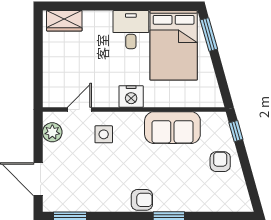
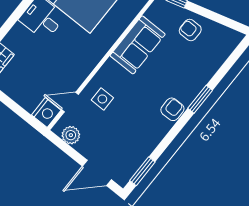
nightstand: (131, 96) -> (46, 113), moved
door: (79, 109) -> (70, 102), hinge flipped

